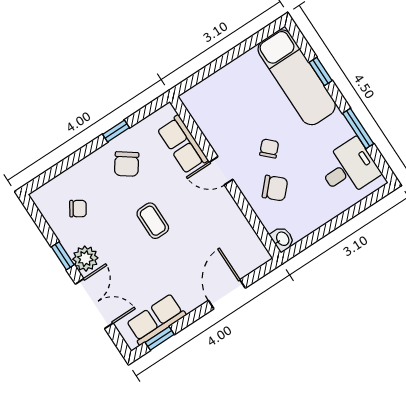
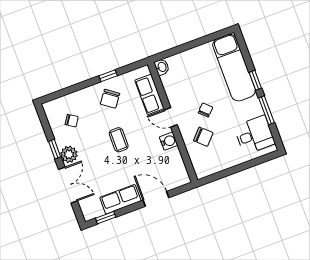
window: (321, 71) -> (255, 80), moved
water cooler: (226, 206) -> (169, 141), added
washbasin: (282, 239) -> (162, 67), moved
door: (227, 294) -> (156, 199), hinge flipped
row of seats: (156, 319) -> (120, 199), moved

